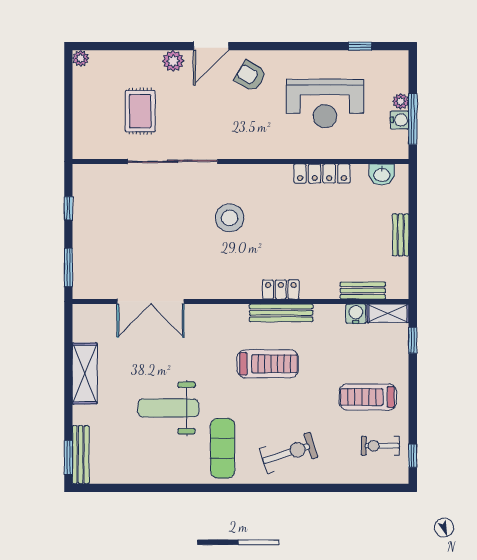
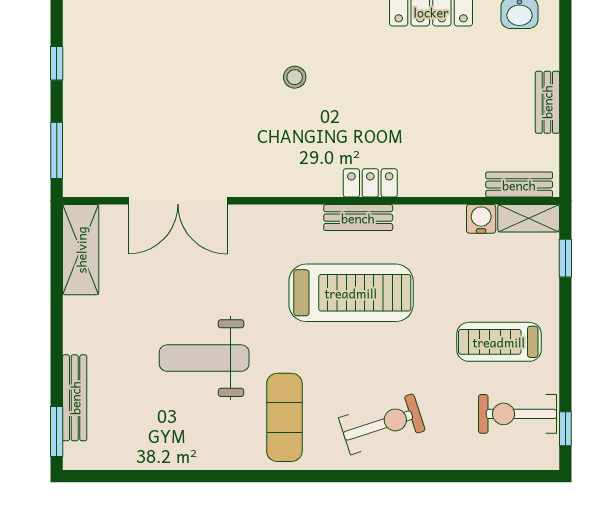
stool: (230, 218) -> (295, 77), width x0.53, depth x0.53
bench: (363, 290) -> (519, 185), moved
bench: (281, 313) -> (358, 218), width x0.73
treadmill: (268, 364) -> (351, 293), width x1.37, depth x1.38
shelving: (85, 373) -> (81, 250), moved
exercise bike: (380, 446) -> (518, 414), width x1.38, depth x1.39
bench: (81, 455) -> (75, 398), moved

